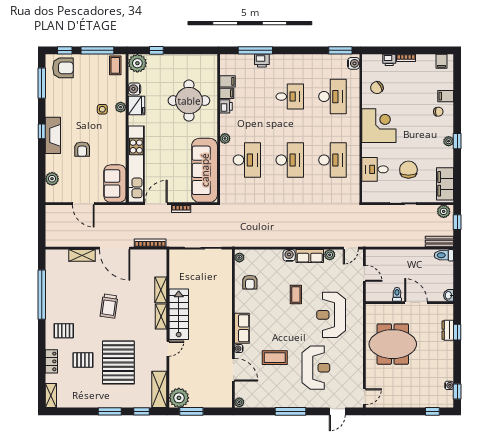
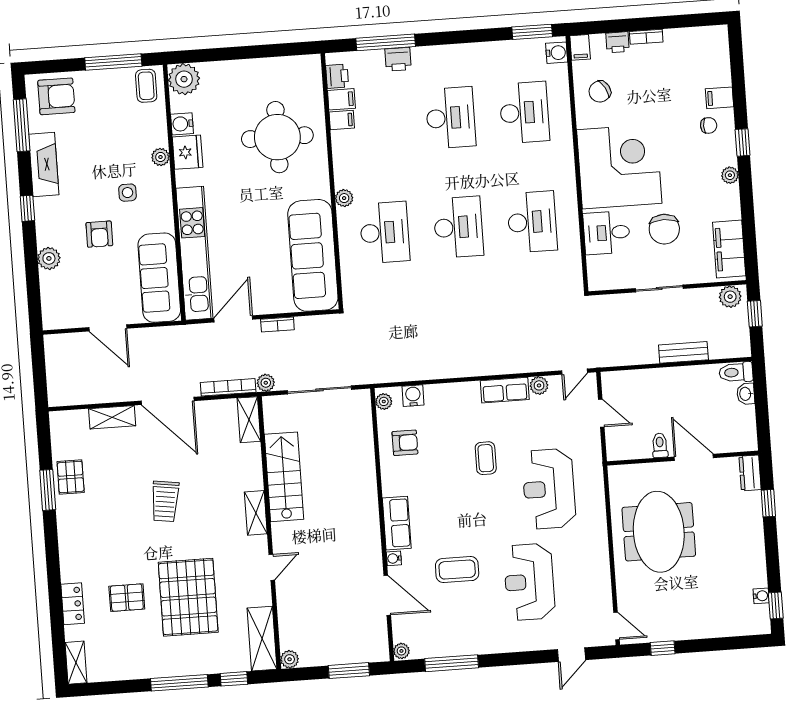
window: (65, 50) -> (57, 66), removed
window: (156, 50) -> (215, 55), removed
filing cabinet: (441, 61) -> (580, 47), moved
desk: (290, 97) -> (451, 118), width x1.37
printer: (226, 106) -> (337, 76), moved
side table: (102, 109) -> (128, 193), moved
corner desk: (379, 126) -> (619, 167), width x1.36, depth x1.36
fireplace: (53, 135) -> (44, 165), moved
window: (457, 141) -> (743, 142), moved
chair: (408, 170) -> (664, 229), turned 180
plant: (52, 179) -> (49, 258), moved
sofa: (115, 184) -> (159, 278), width x1.36
plant: (172, 242) -> (266, 383), added
bench: (439, 242) -> (683, 352), moved
water cooler: (289, 255) -> (413, 396), moved
armchair: (250, 282) -> (405, 443), turned -90
shelving: (161, 290) -> (249, 420), moved
window: (42, 295) -> (48, 490), width x0.47
washbasin: (449, 295) -> (746, 394), moved
stairs: (179, 314) -> (284, 477), moved
dresser: (448, 330) -> (750, 473), moved
pallet: (64, 331) -> (71, 477), moved, turned 90
meeting table: (393, 344) -> (659, 532), turned 90
reception desk: (316, 368) -> (529, 582), turned 180
door: (364, 397) -> (617, 626), hinge flipped
plant: (179, 398) -> (290, 659), width x0.53, depth x0.53
window: (110, 411) -> (179, 683), width x1.44
window: (191, 411) -> (349, 671), moved
window: (291, 411) -> (452, 663), moved
window: (432, 411) -> (663, 648), moved

